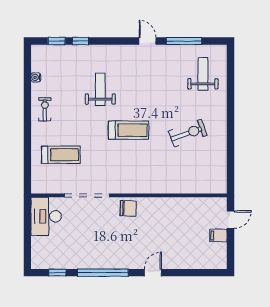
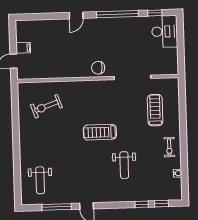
exercise bike: (188, 133) -> (46, 106), moved
treadmill: (61, 155) -> (155, 110), turned 90
desk: (46, 216) -> (165, 32), moved

